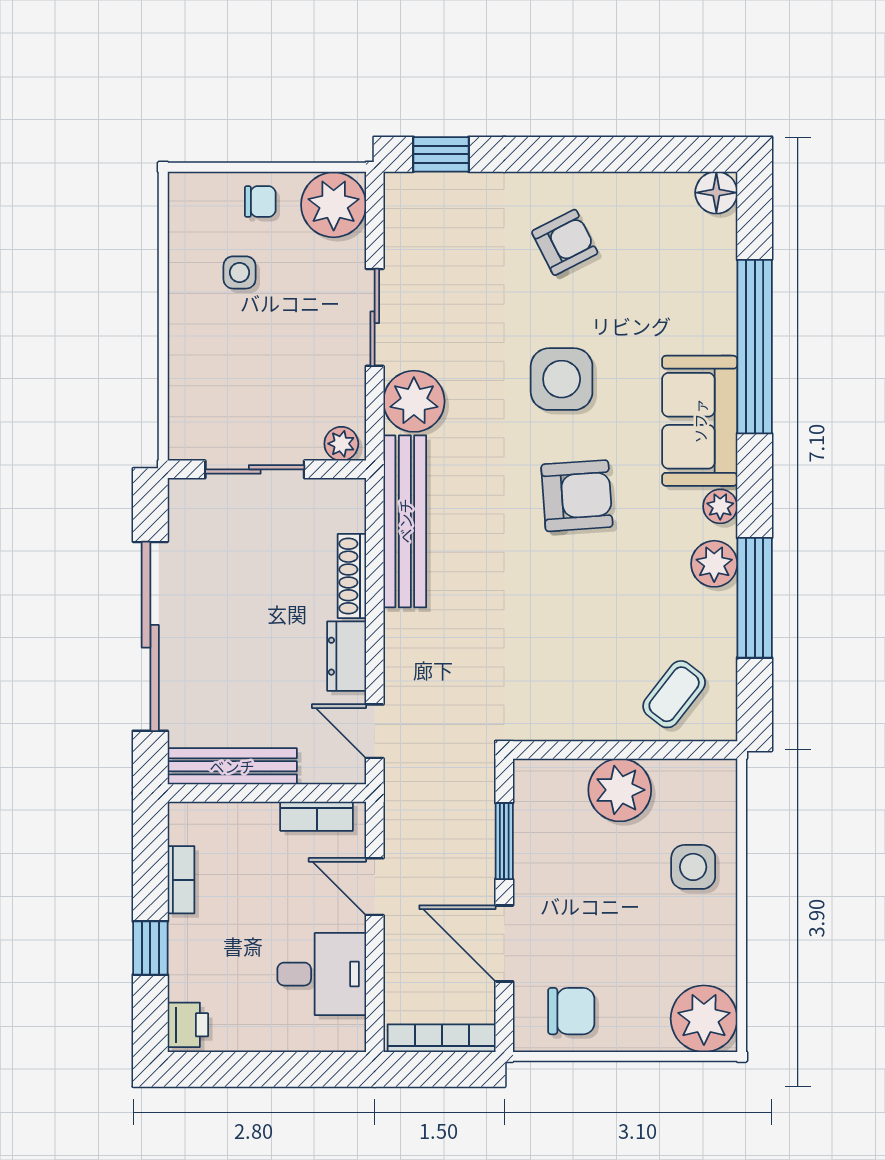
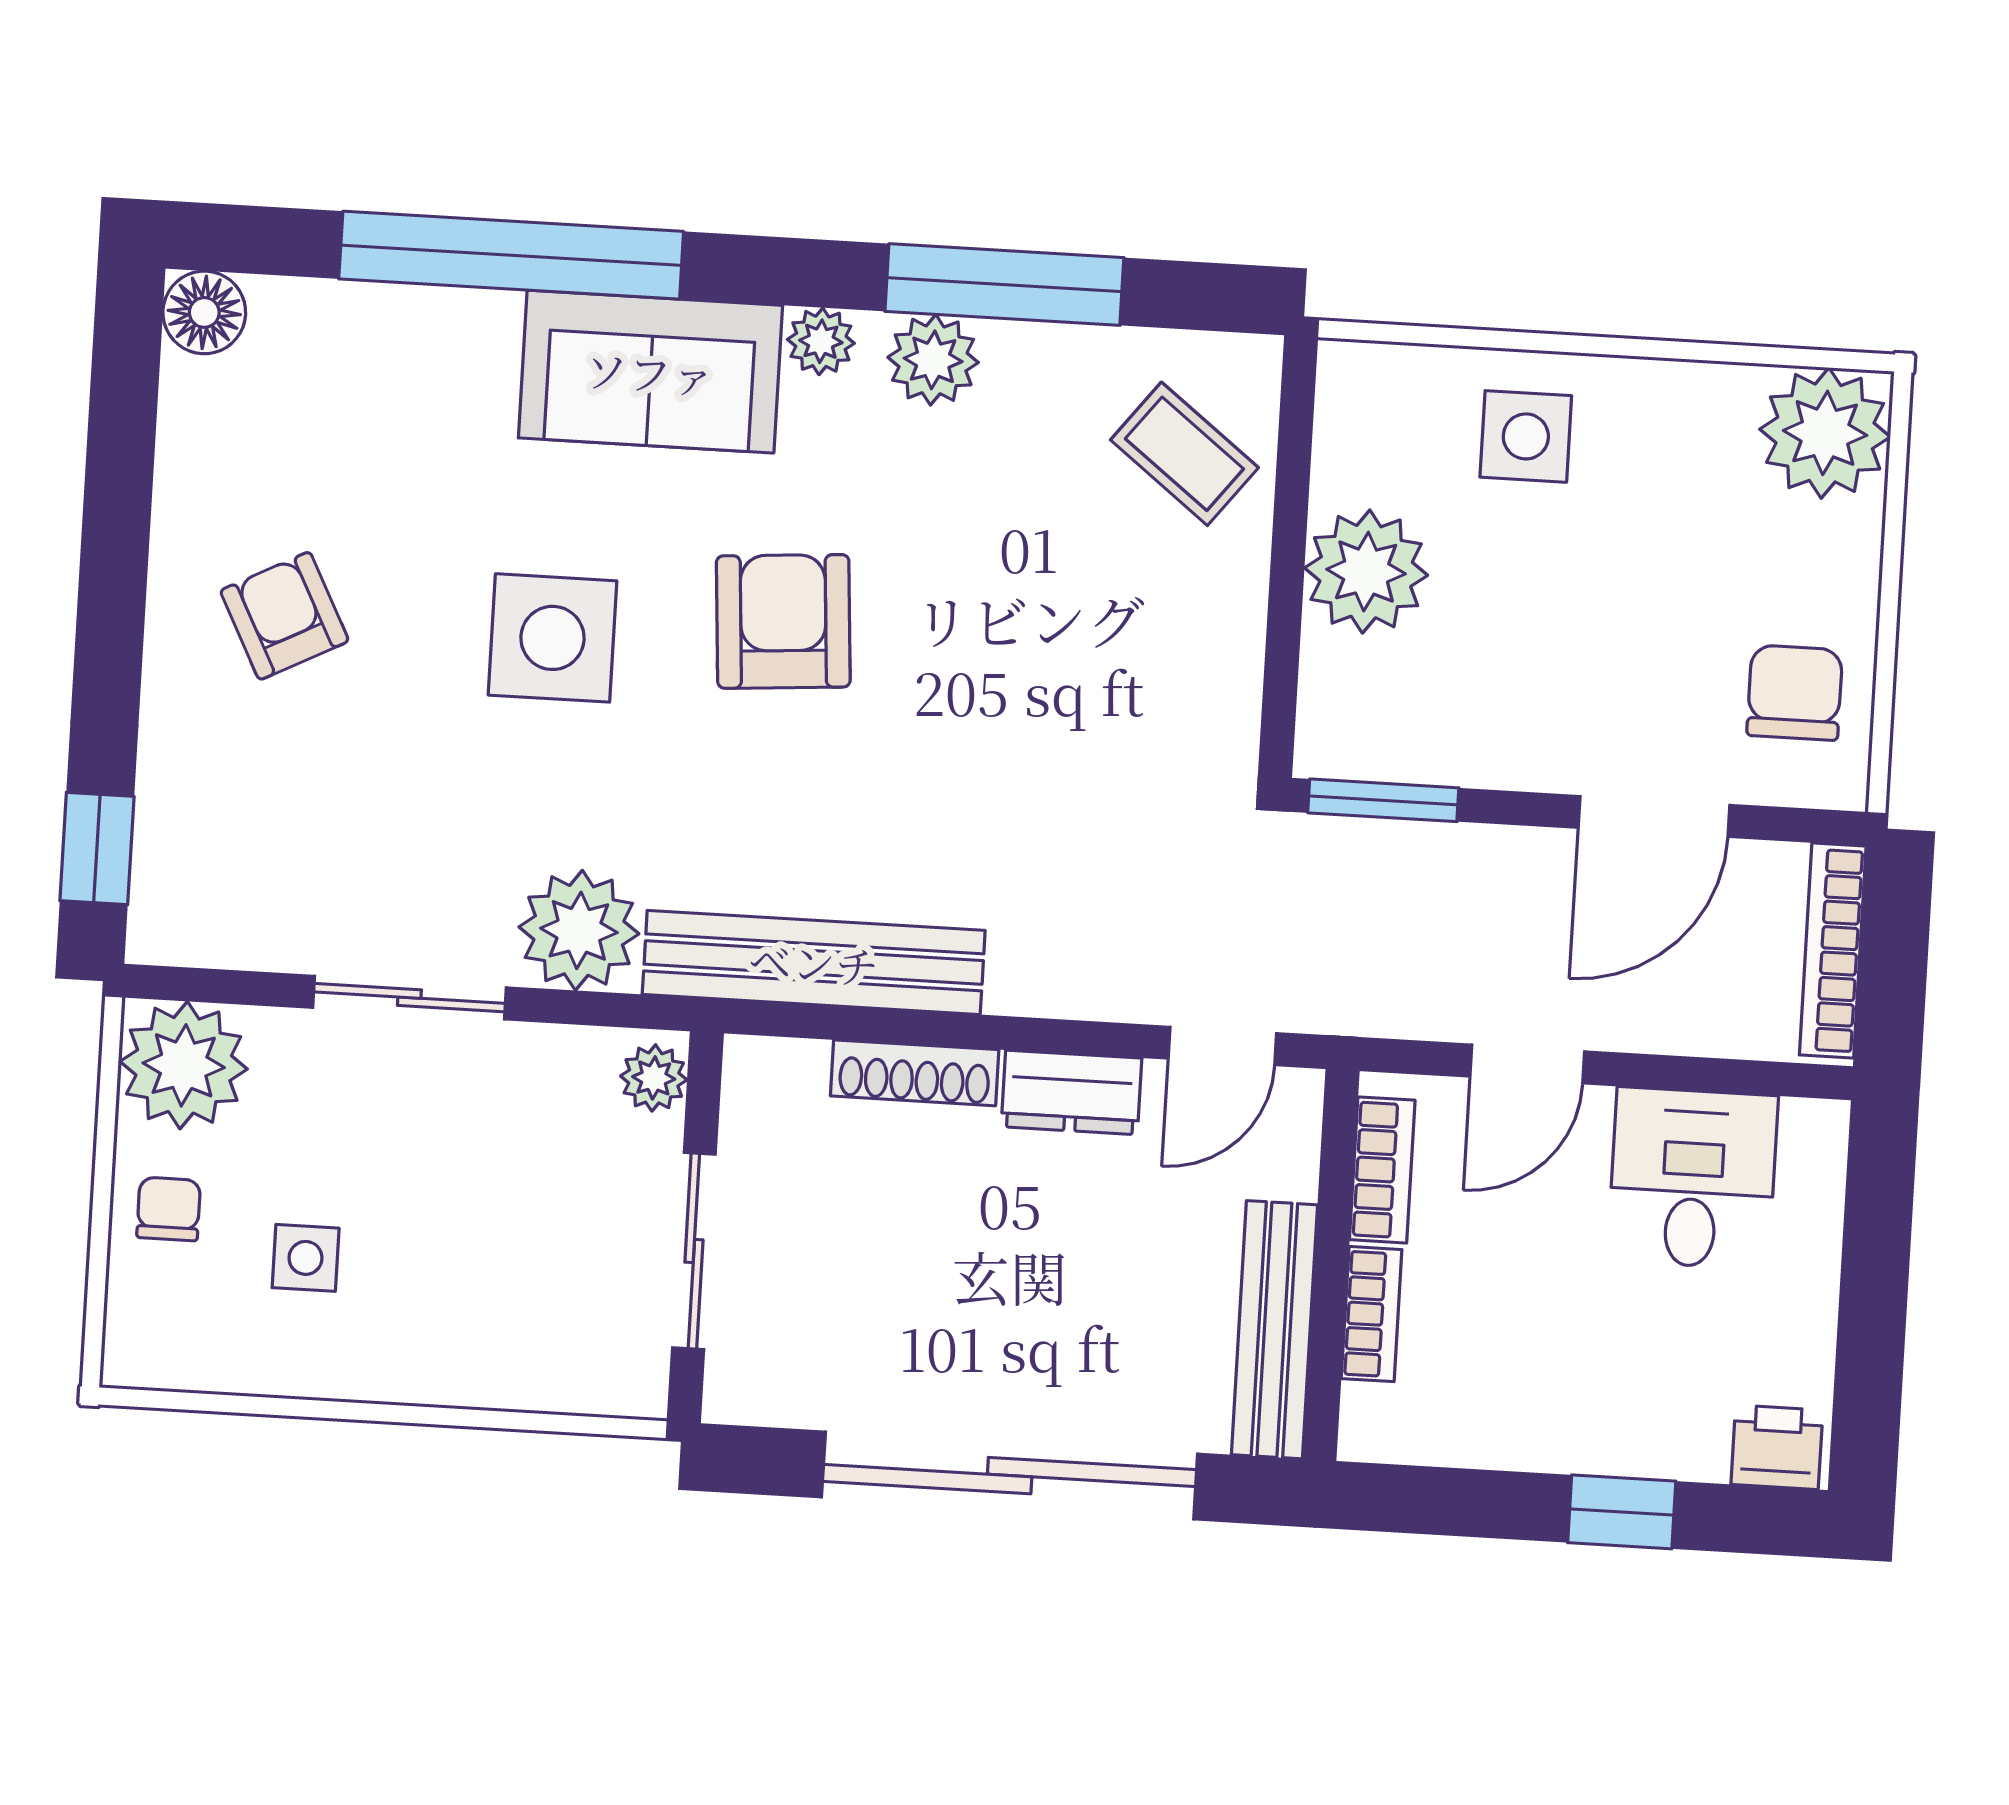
window: (504, 841) -> (1383, 800), moved
bookcase: (181, 880) -> (1372, 1314), moved, turned 90

